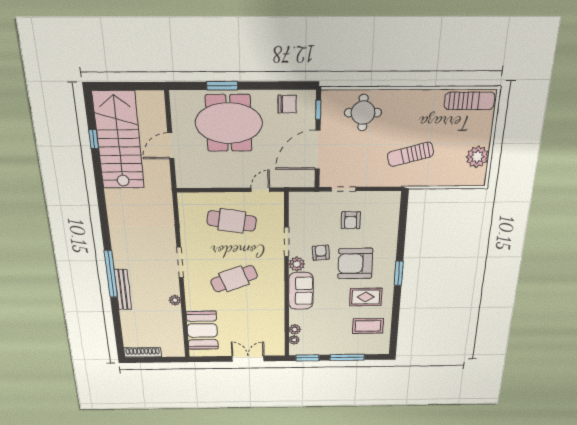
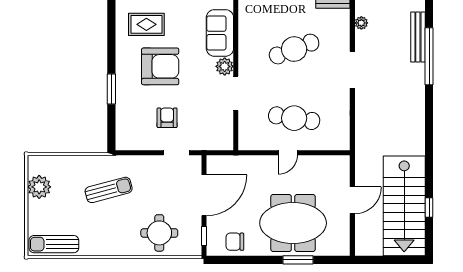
door: (260, 190) -> (288, 153), moved
armchair: (321, 253) -> (198, 80), removed
window: (399, 273) -> (111, 89), moved

